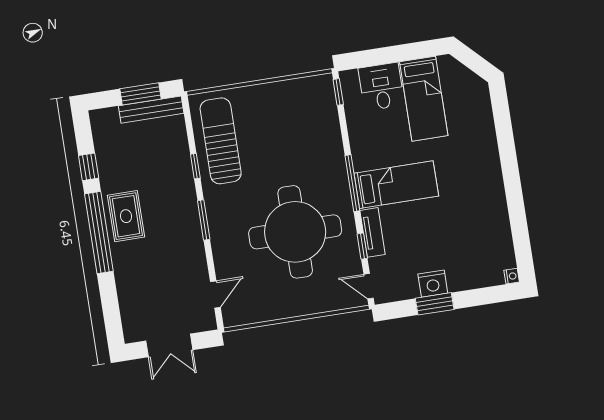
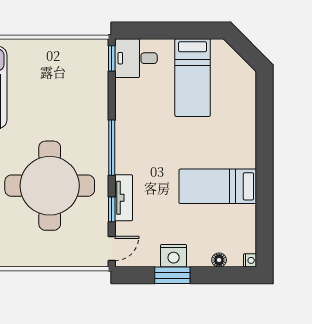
desk: (381, 87) -> (136, 58), moved, turned -90
bed: (396, 185) -> (218, 186), moved, turned 180
floor lamp: (480, 281) -> (219, 260), added
door: (369, 286) -> (112, 249), swing flipped

